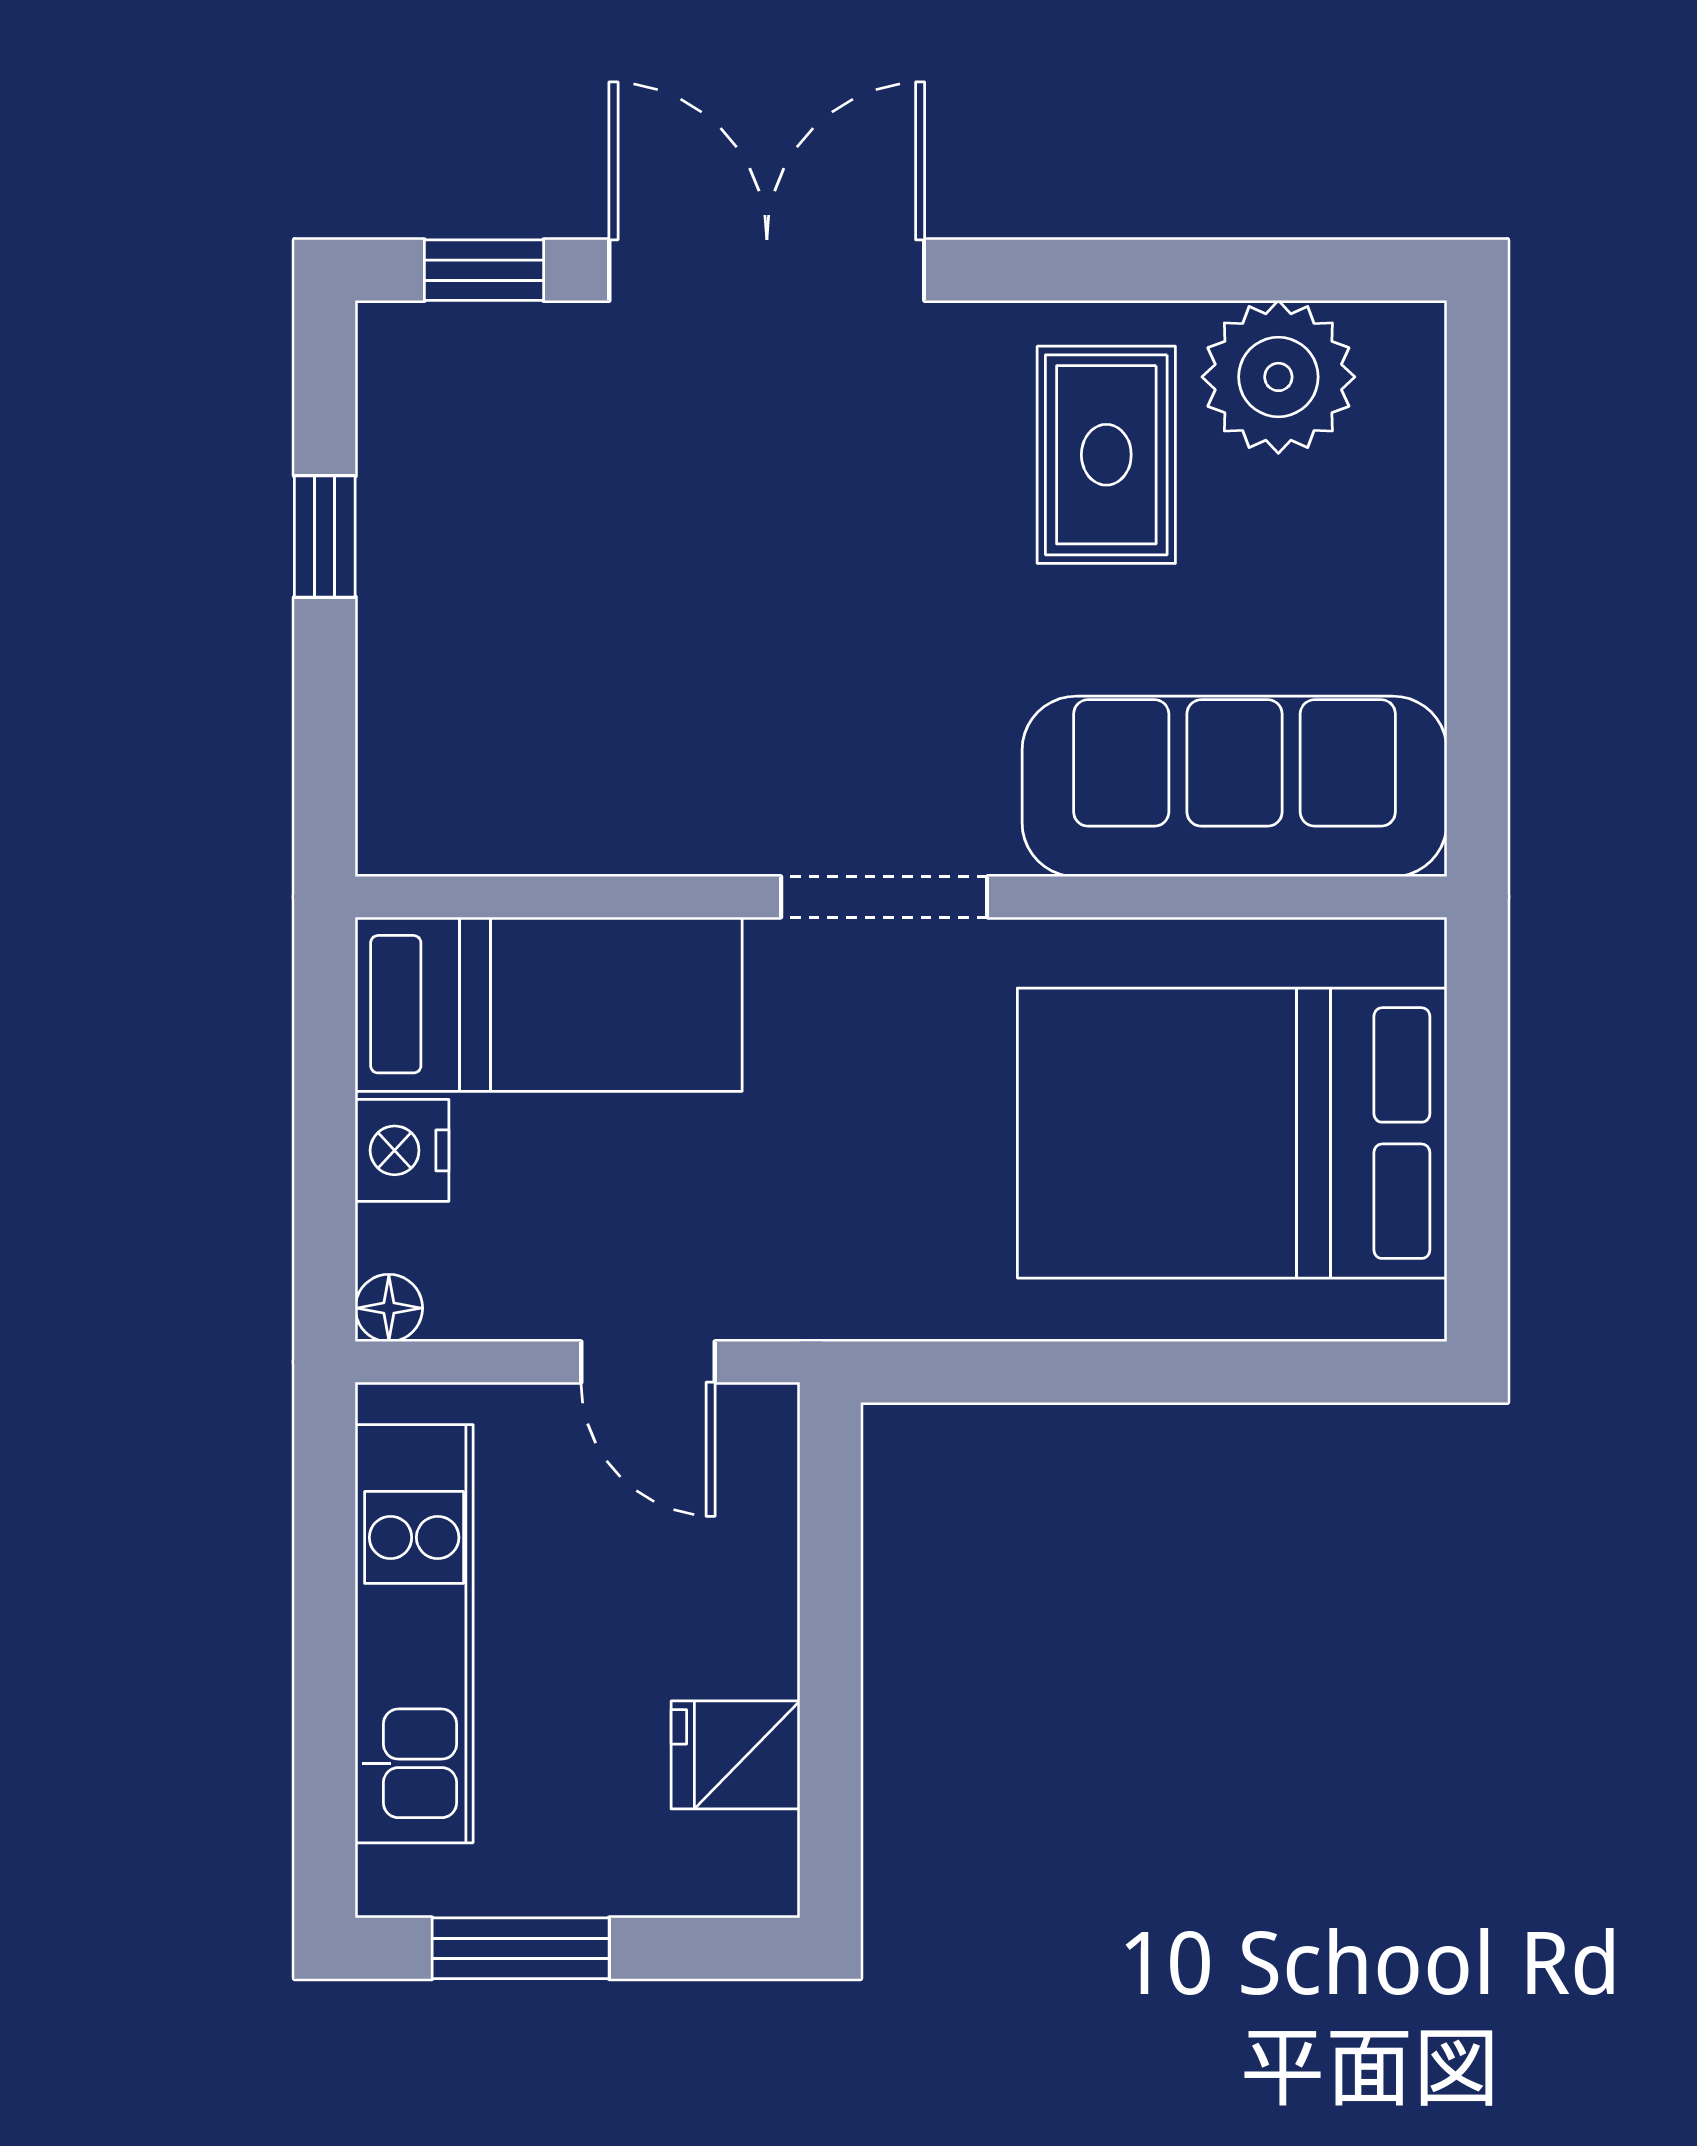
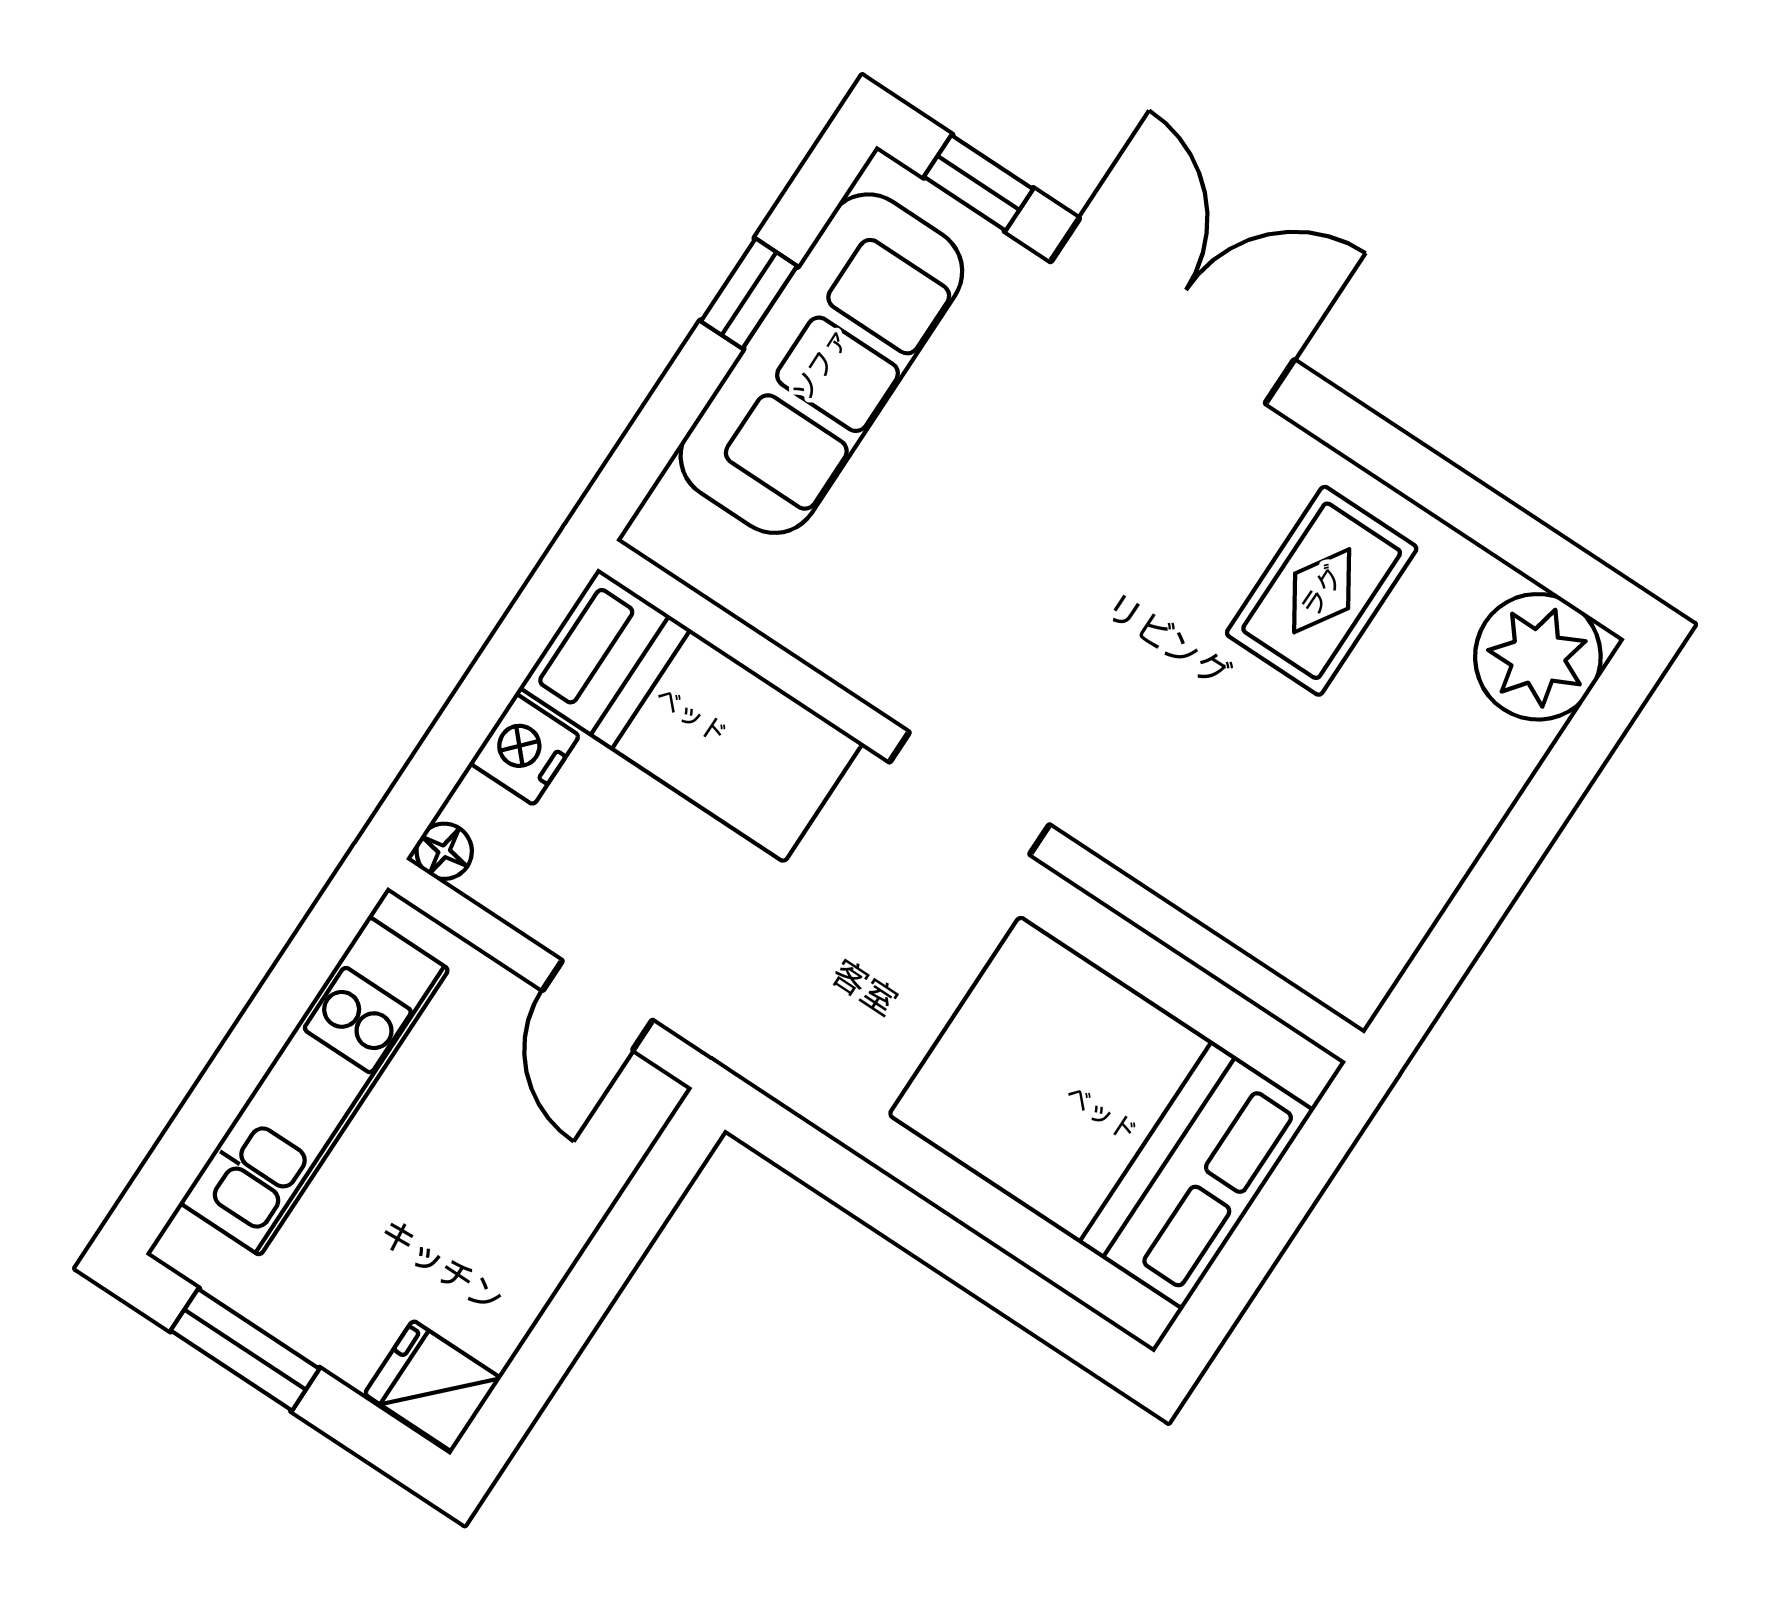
plant: (1278, 377) -> (1538, 657), moved
sofa: (1235, 786) -> (821, 364), moved, turned 90
fridge: (736, 1755) -> (433, 1386), moved

